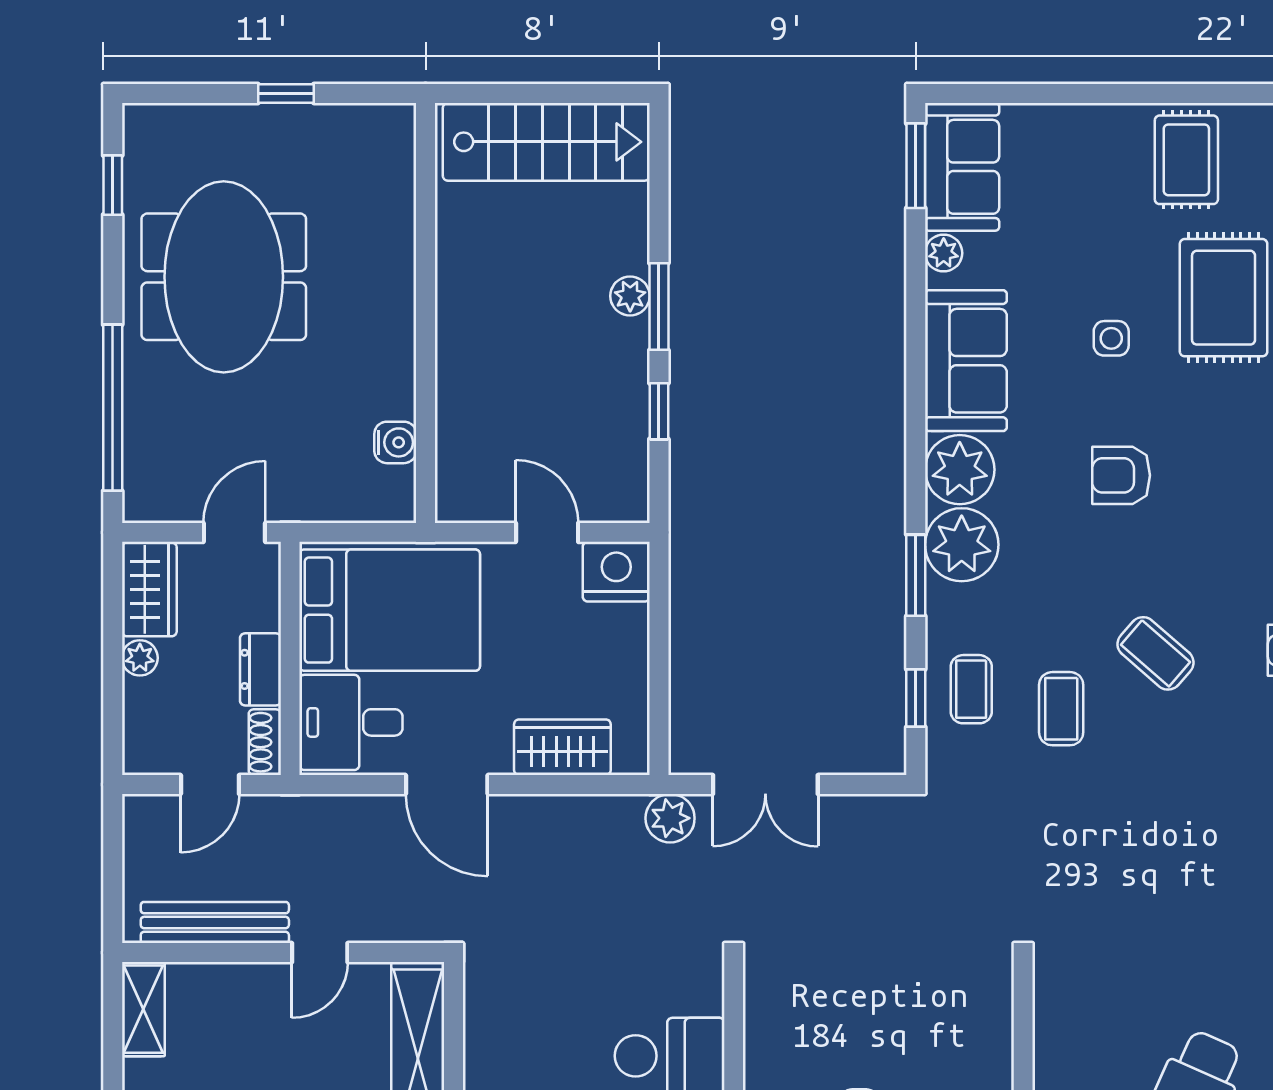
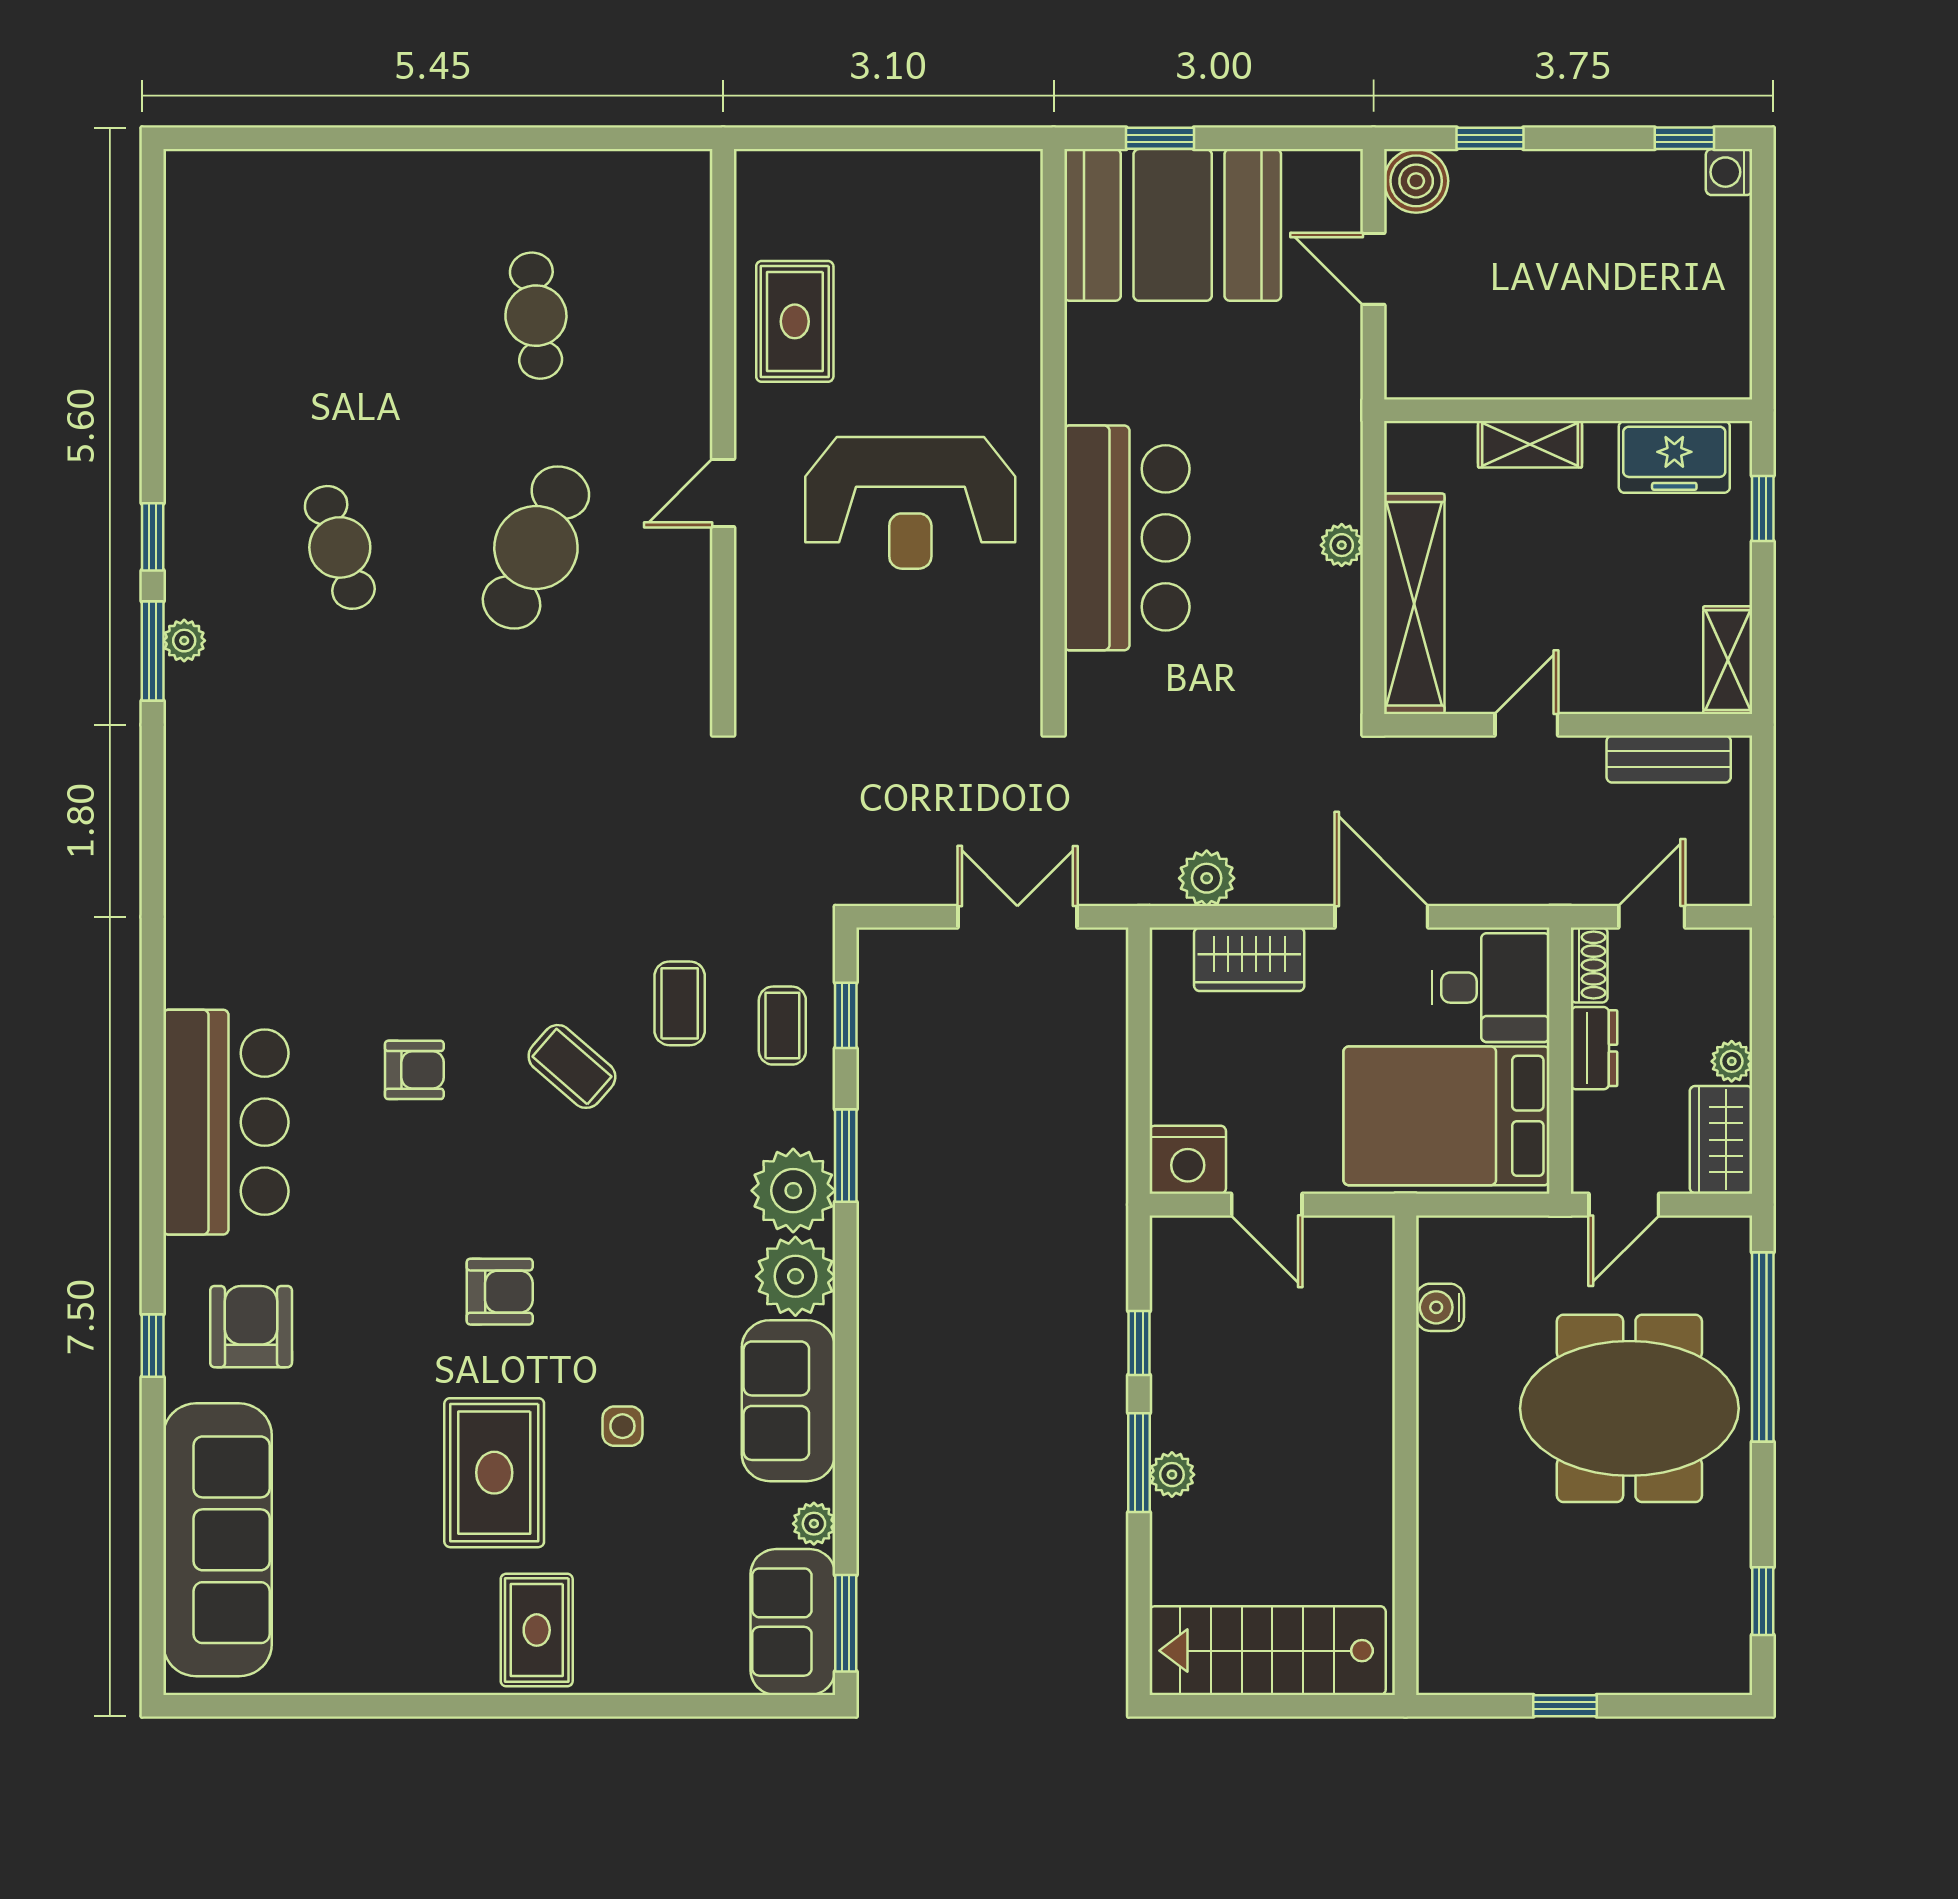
meeting table: (224, 277) -> (1629, 1408), moved, turned 90
armchair: (1121, 475) -> (500, 1292), moved
plant: (670, 818) -> (1207, 878), moved
bench: (215, 923) -> (1669, 759), width x0.73

